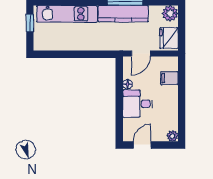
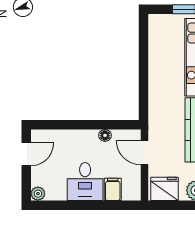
desk: (138, 104) -> (85, 182), moved, turned 180
door: (142, 145) -> (26, 154), hinge flipped

